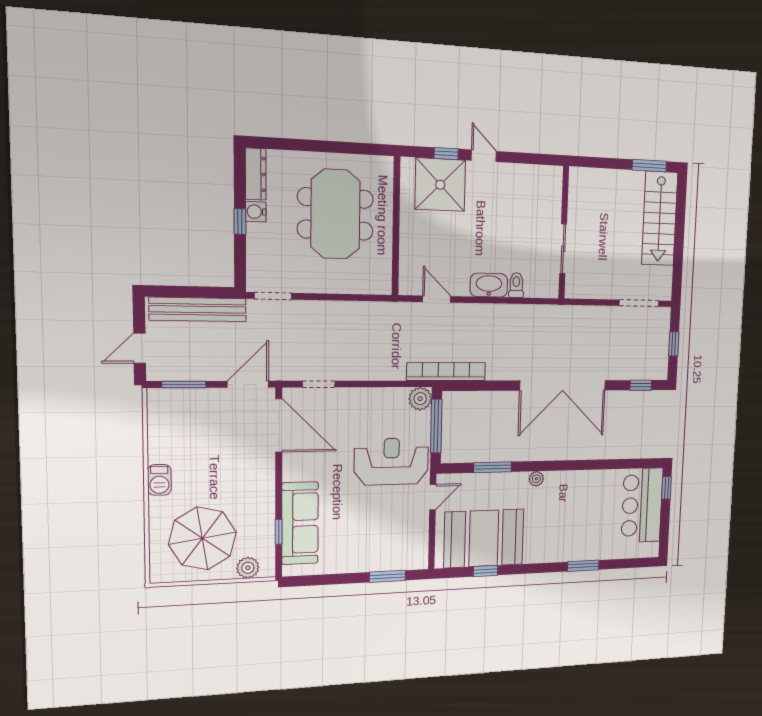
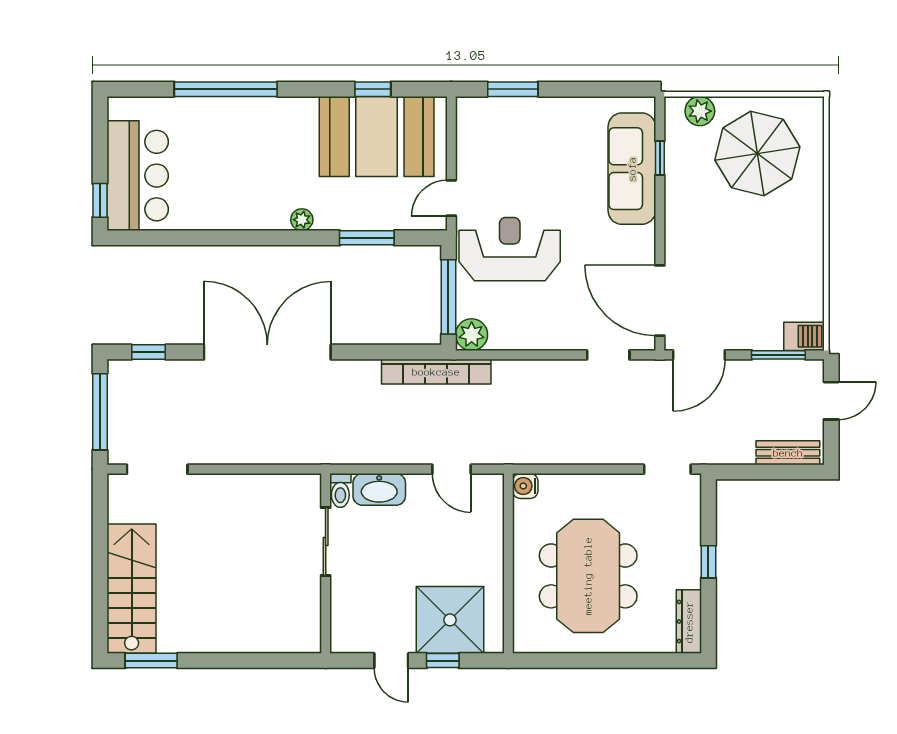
water cooler: (256, 212) -> (525, 486), moved, turned 180
wall: (564, 233) -> (326, 563), moved
sliding door: (563, 249) -> (326, 541), moved
bench: (198, 309) -> (788, 453), width x0.54, depth x0.82
window: (674, 344) -> (100, 412), width x2.17
reception desk: (391, 462) -> (510, 249), turned 180
barbecue: (159, 480) -> (804, 336), moved, turned 90
window: (583, 566) -> (226, 89), width x2.11

